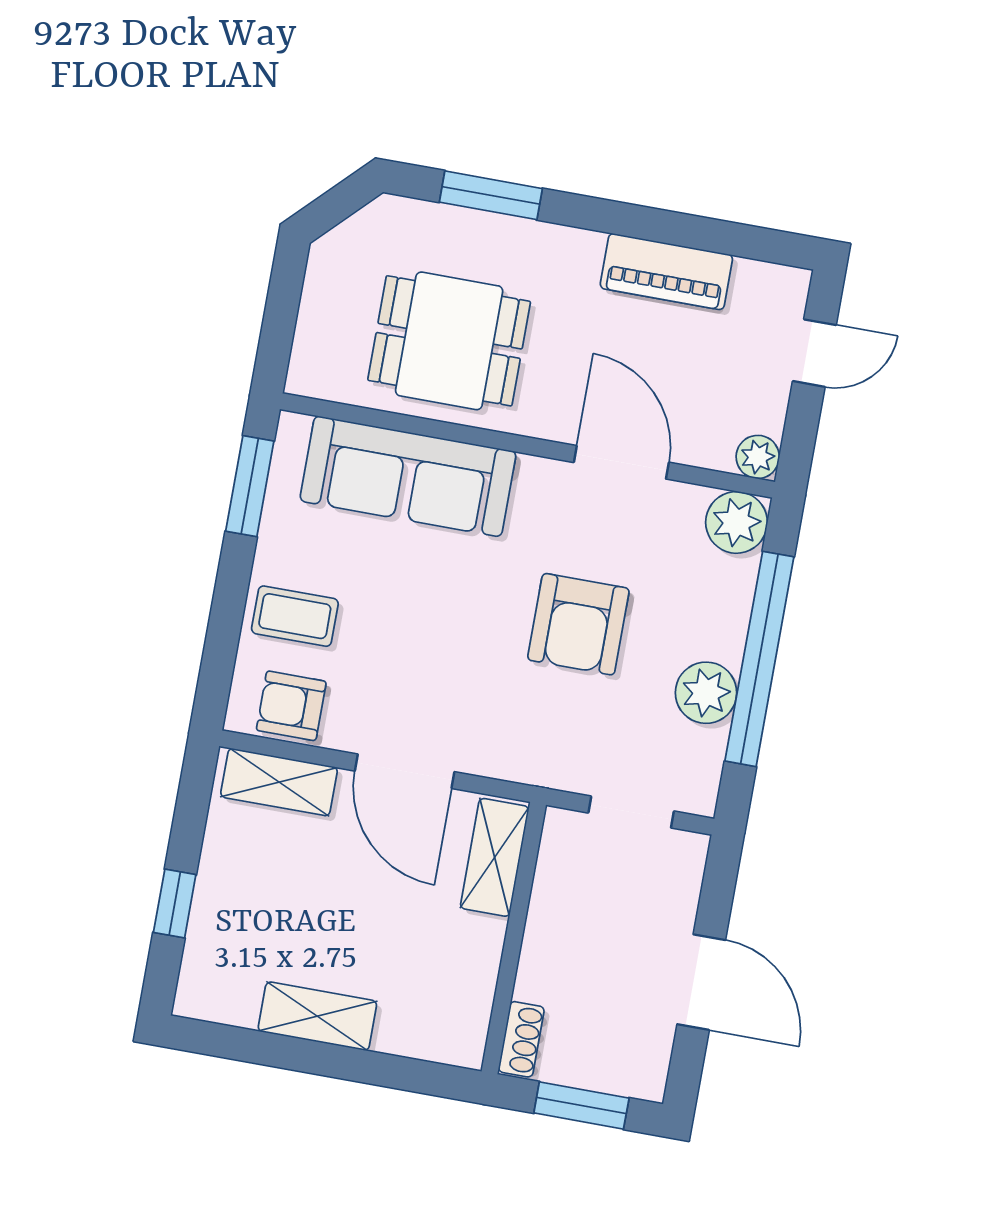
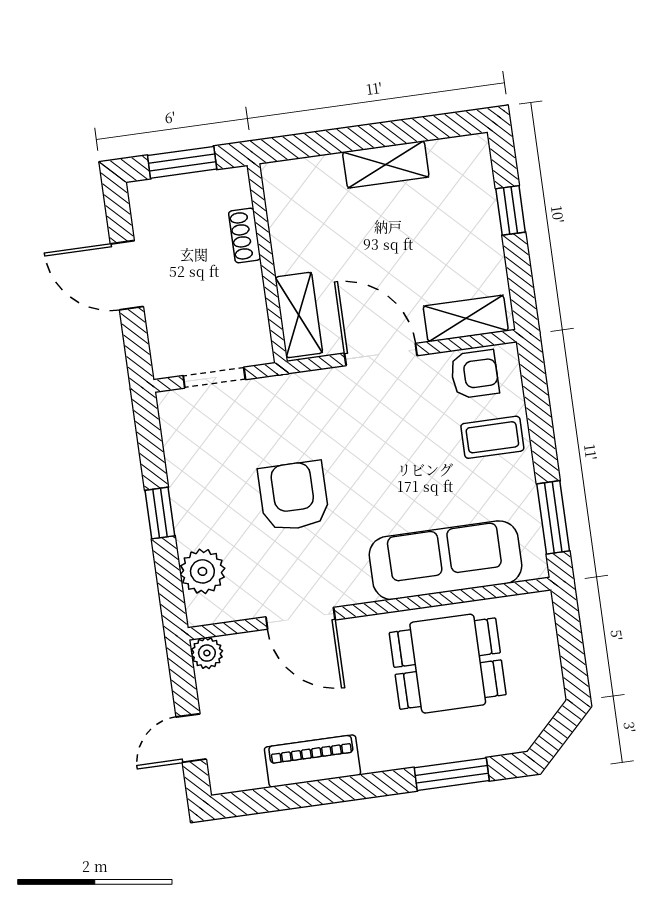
plant: (737, 522) -> (202, 571), moved
window: (759, 659) -> (160, 513), width x0.32
plant: (706, 693) -> (189, 477), removed
shoe rack: (521, 1039) -> (245, 235), moved

